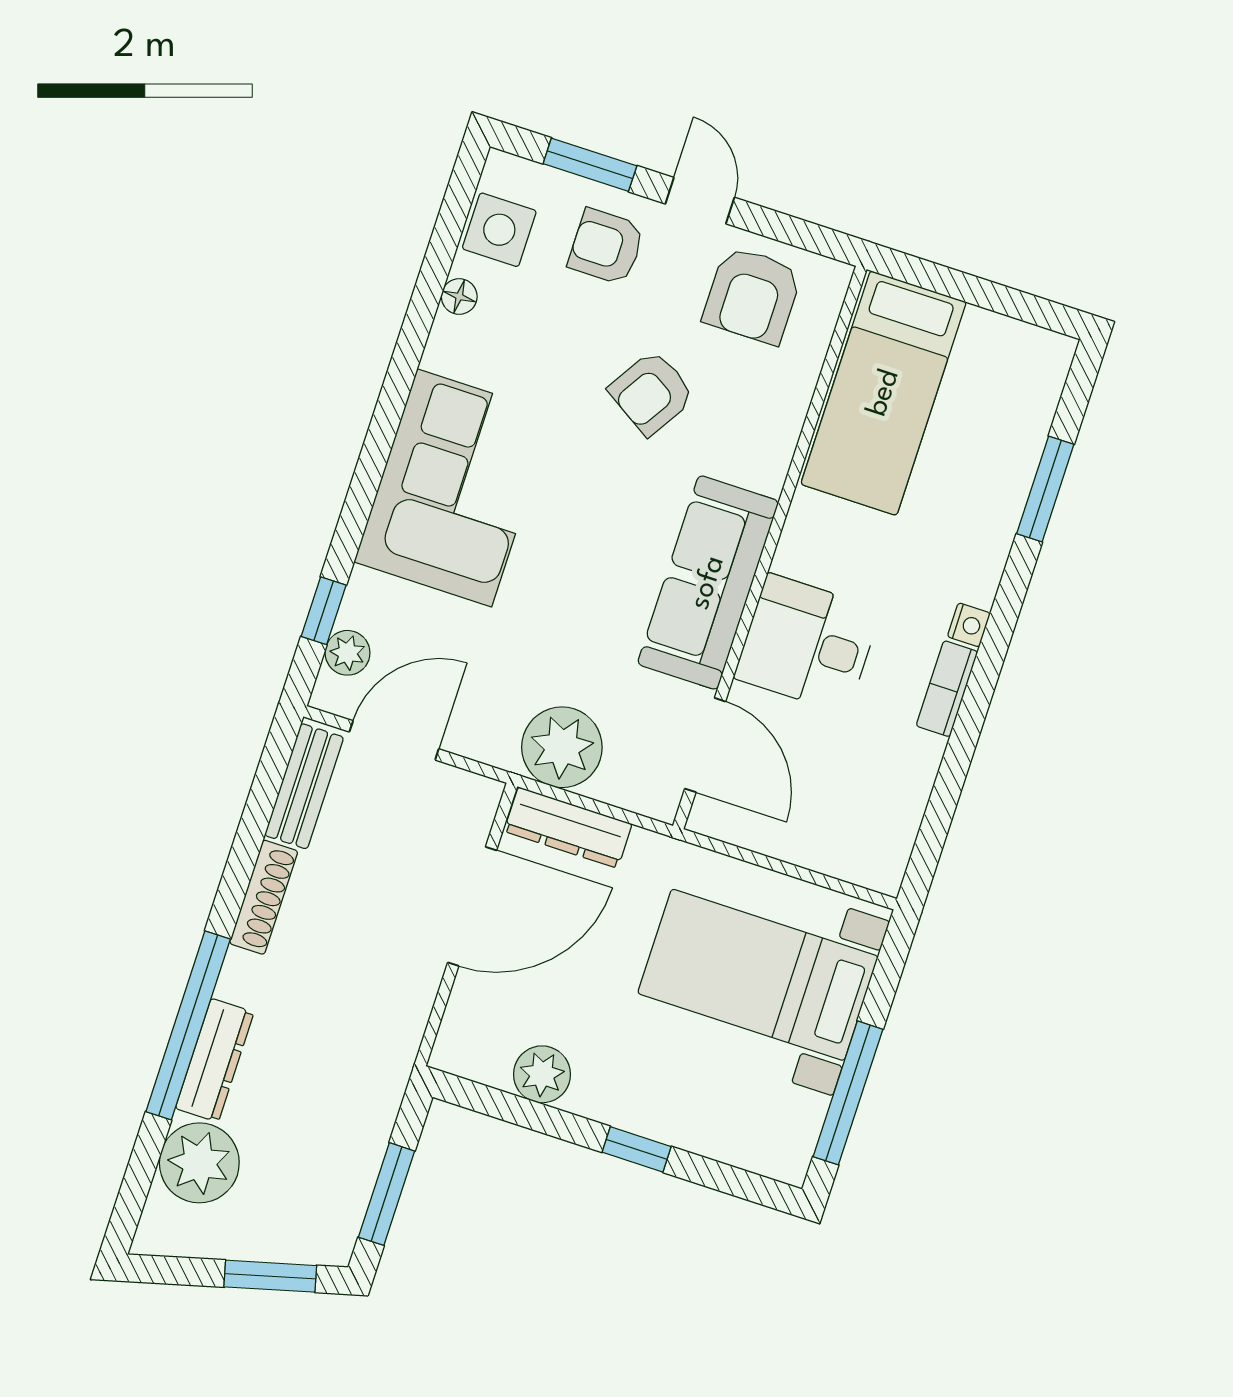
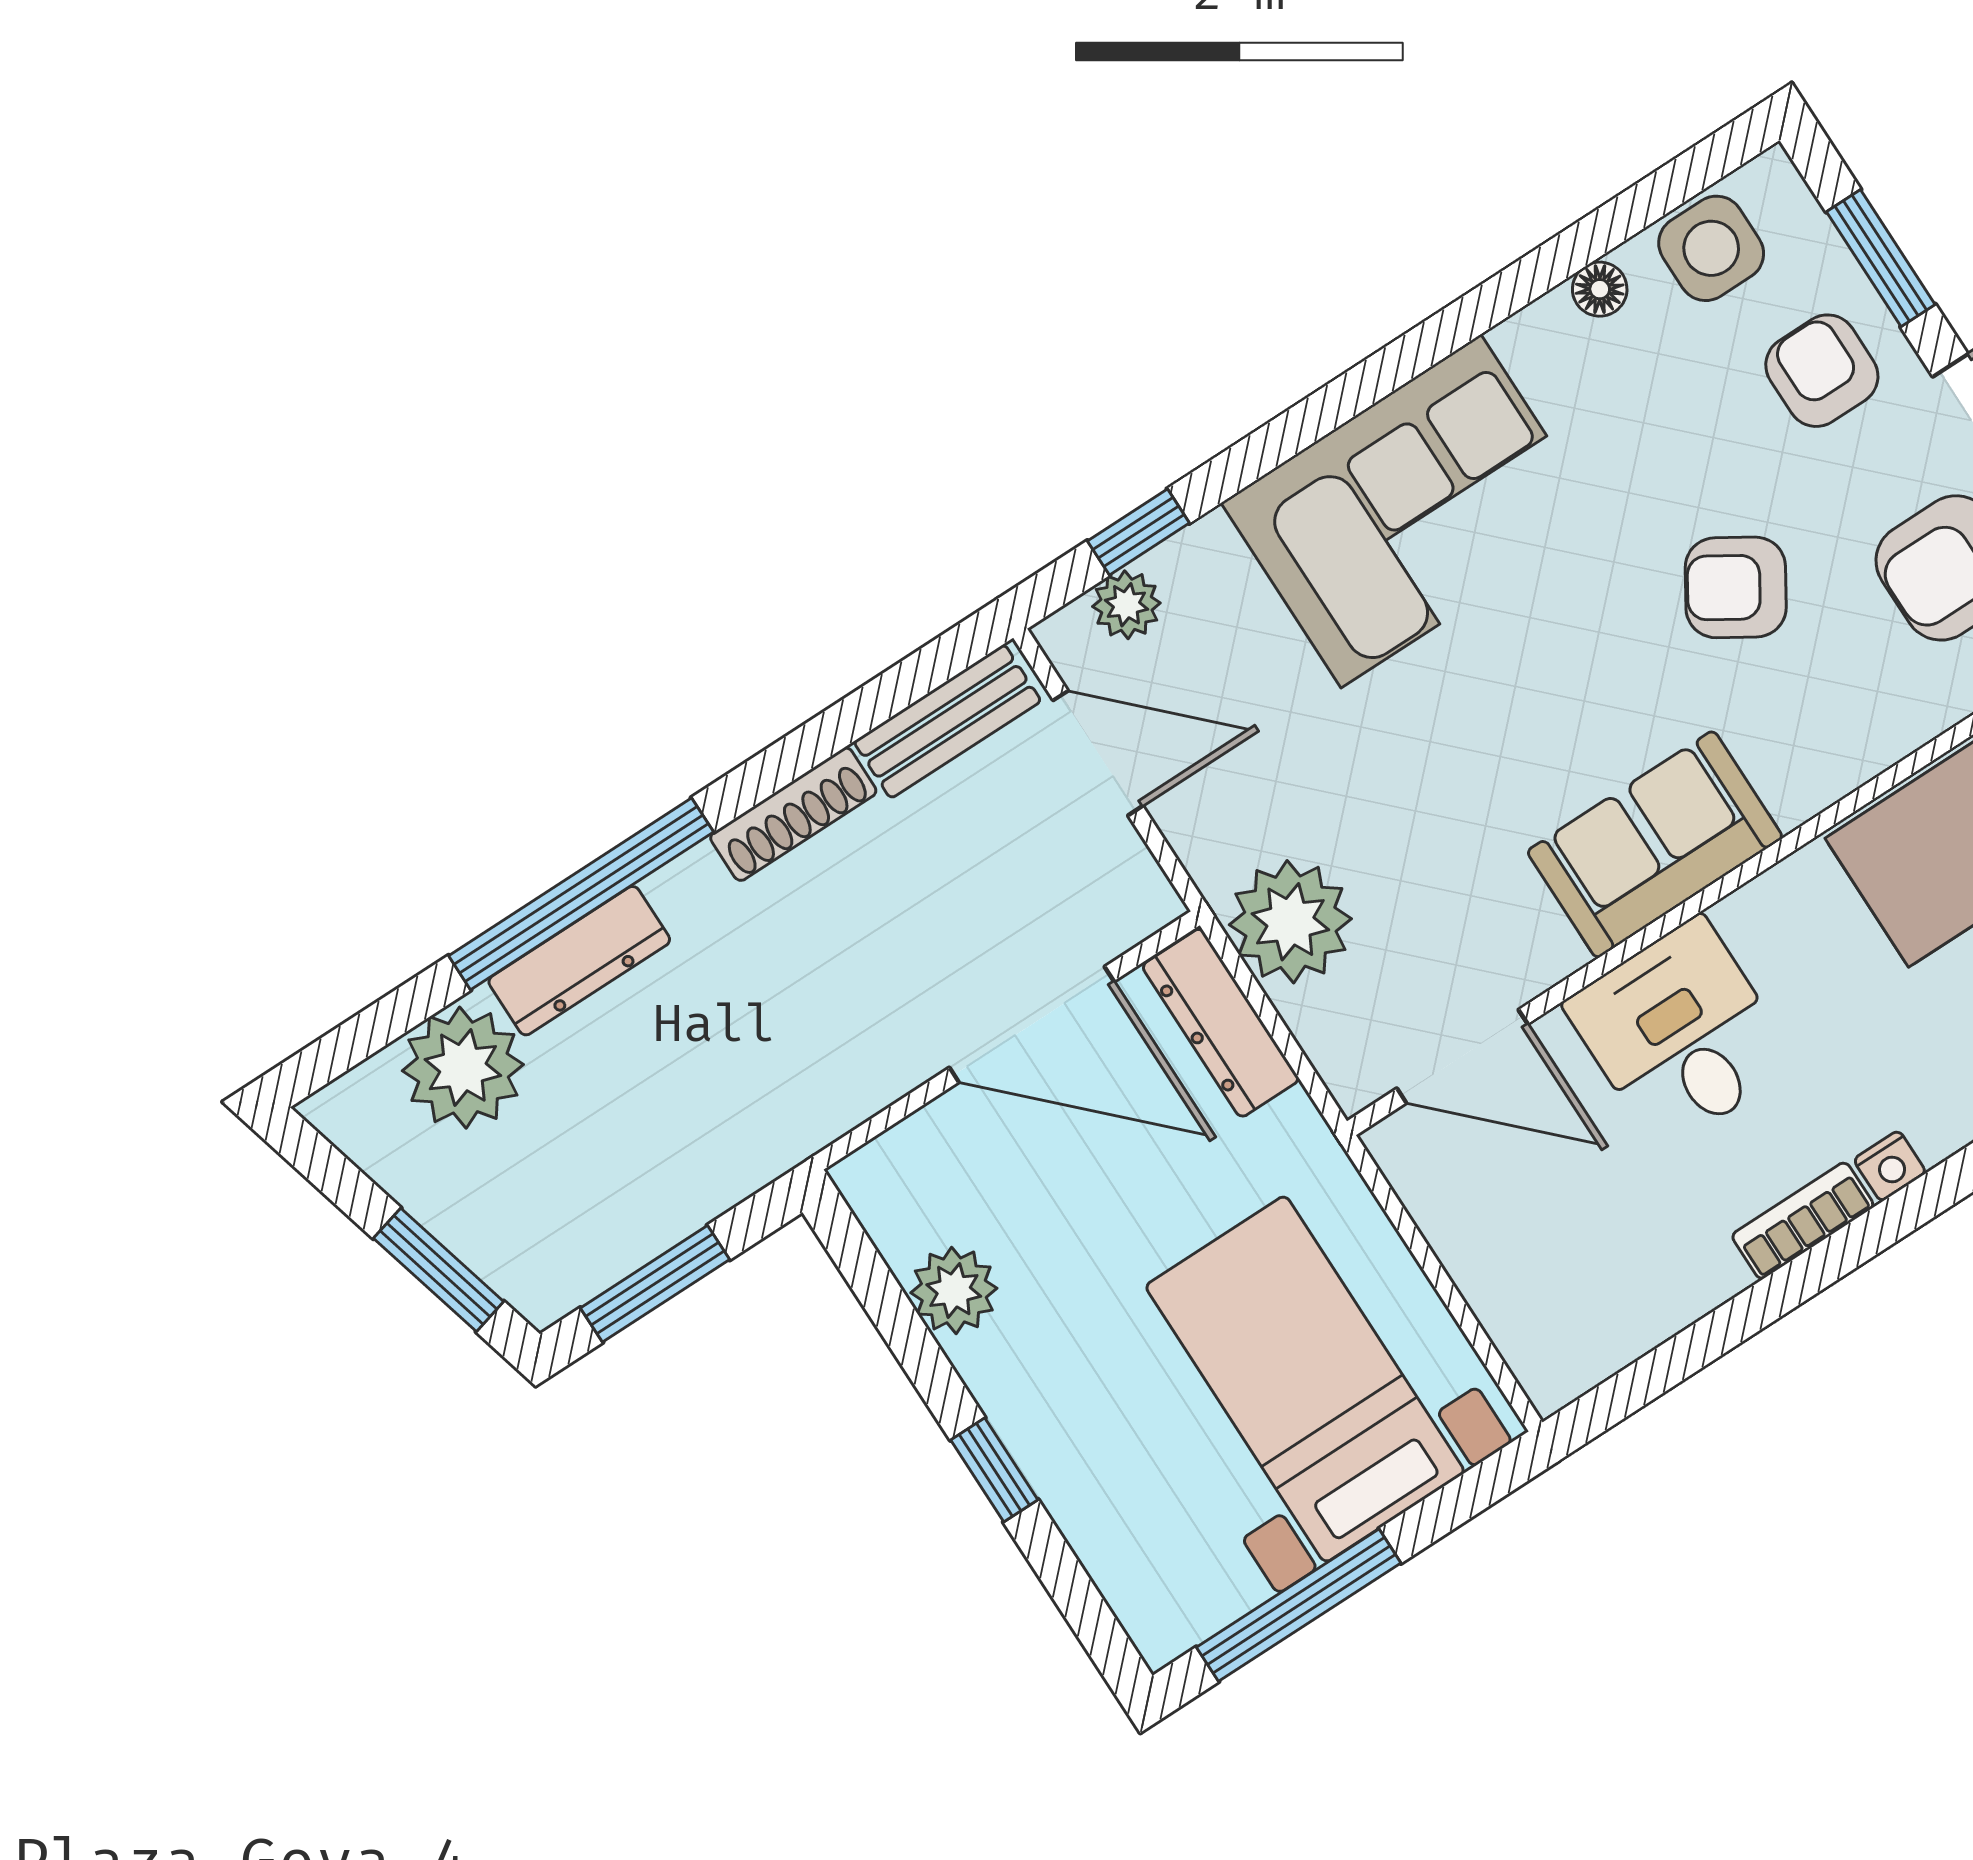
sofa: (708, 583) -> (1655, 844), width x0.73
door: (705, 745) -> (1462, 1056), hinge flipped

